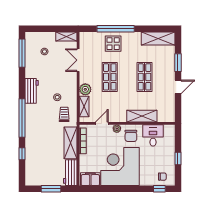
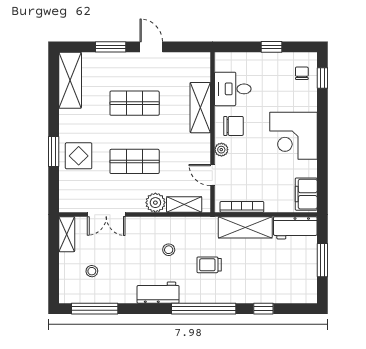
window: (116, 29) -> (54, 152), width x0.47
trolley: (64, 114) -> (209, 265), moved
corner desk: (120, 166) -> (293, 136), width x0.74, depth x0.74

